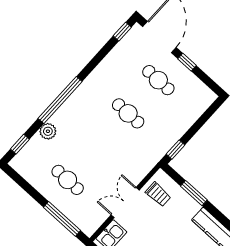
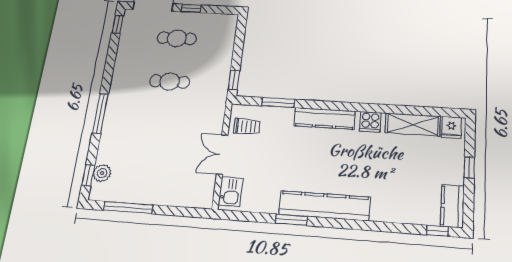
window: (60, 100) -> (100, 113), width x0.68
plant: (48, 131) -> (102, 173), moved
cafe table: (68, 180) -> (154, 174), removed
window: (62, 219) -> (128, 208), moved

